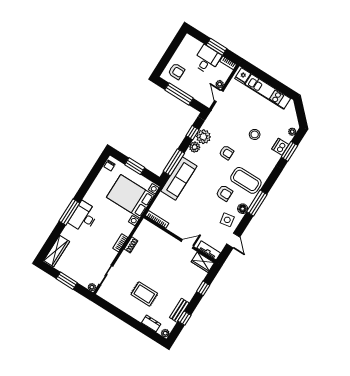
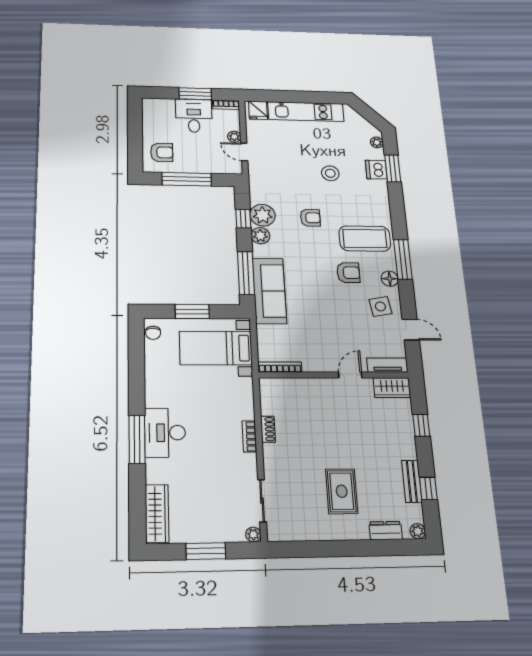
bed with nightstands: (130, 196) -> (216, 348), width x0.73
rug: (144, 294) -> (342, 491), turned 90

